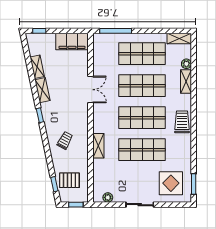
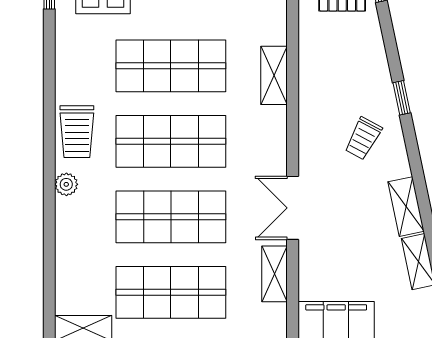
plant: (186, 64) -> (66, 184), moved
shelving: (186, 82) -> (275, 274), moved
window: (40, 115) -> (402, 98), moved
trolley: (65, 140) -> (363, 138), moved

